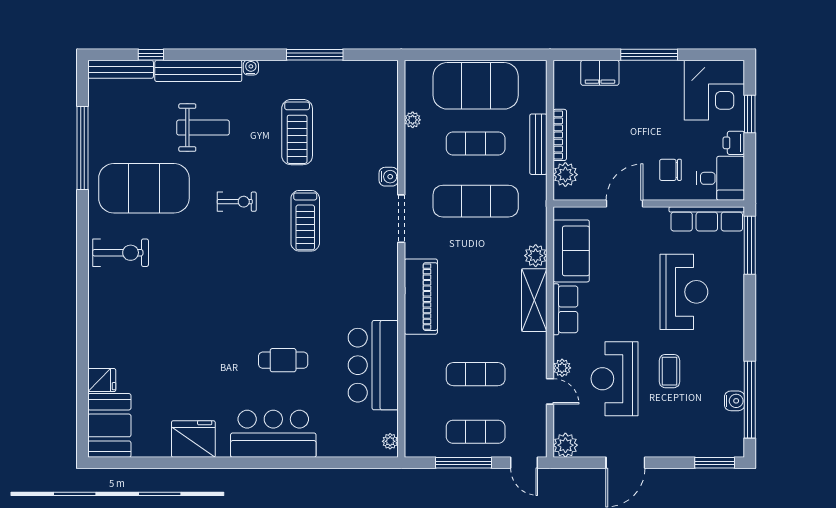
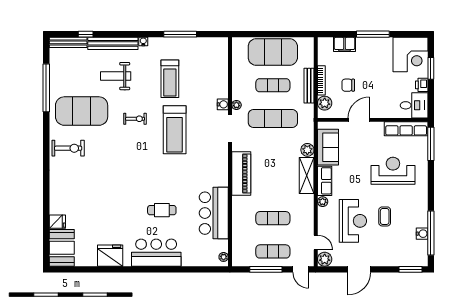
plant: (413, 120) -> (236, 105), moved
weight bench: (203, 128) -> (116, 76), turned 180
chair: (670, 170) -> (348, 85), moved
treadmill: (305, 221) -> (175, 130), width x1.37, depth x1.38
reception desk: (684, 292) -> (393, 171), turned -90
plant: (562, 368) -> (323, 202), moved
reception desk: (615, 379) -> (353, 221), turned 180
door: (550, 391) -> (316, 242), moved

